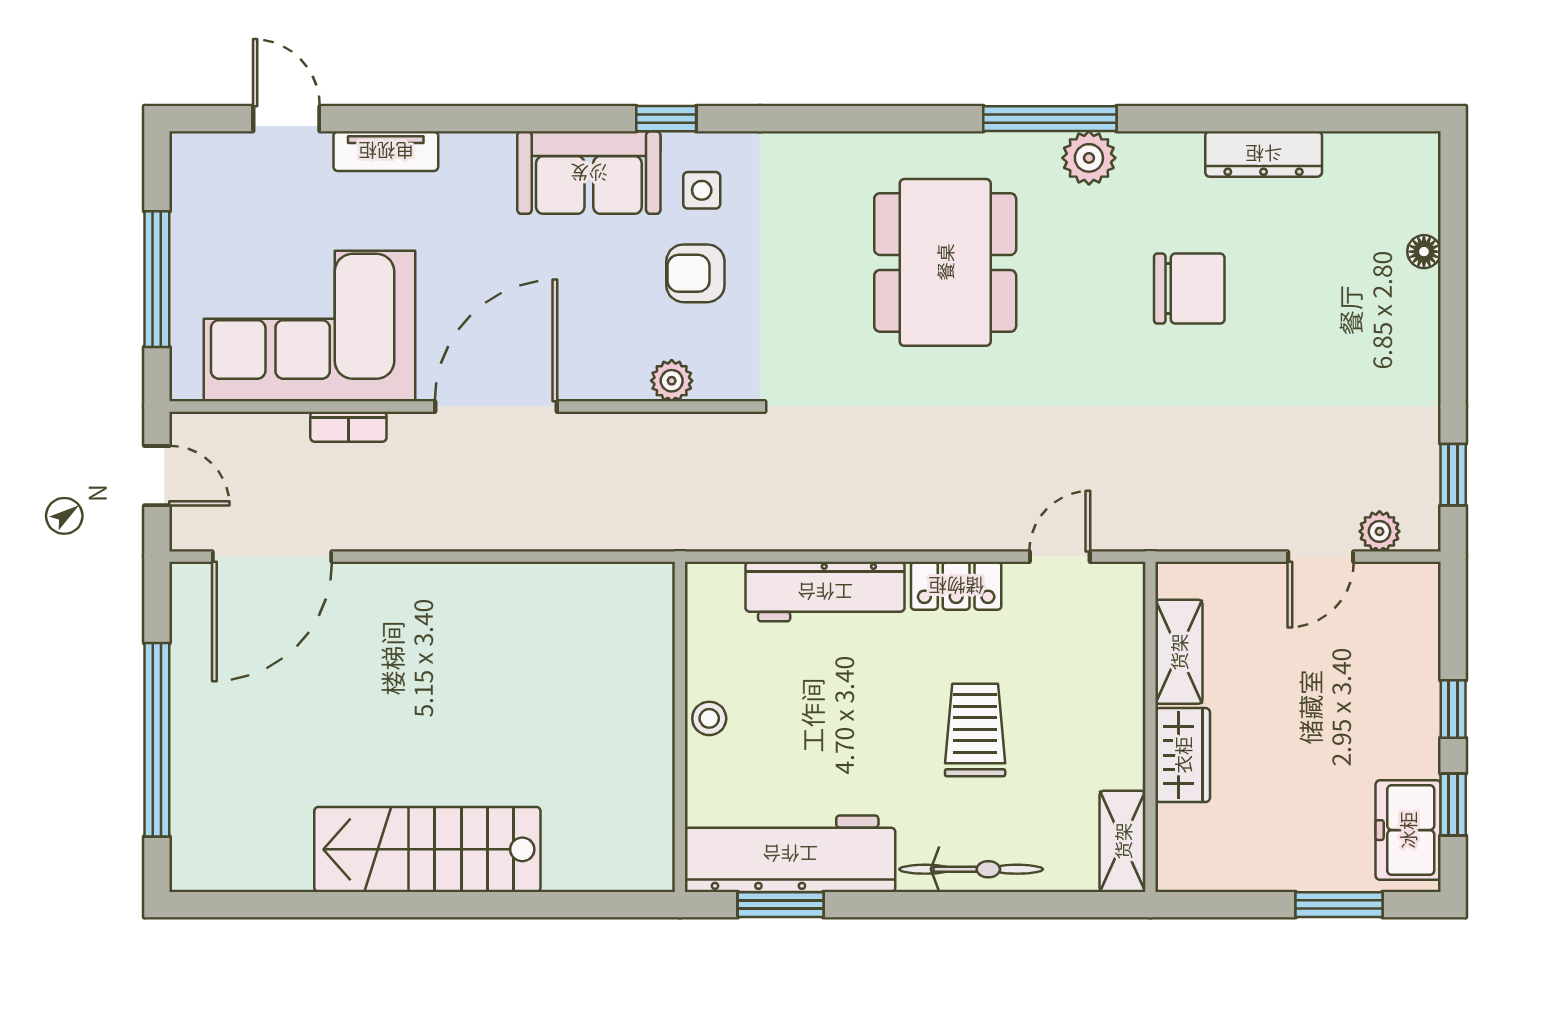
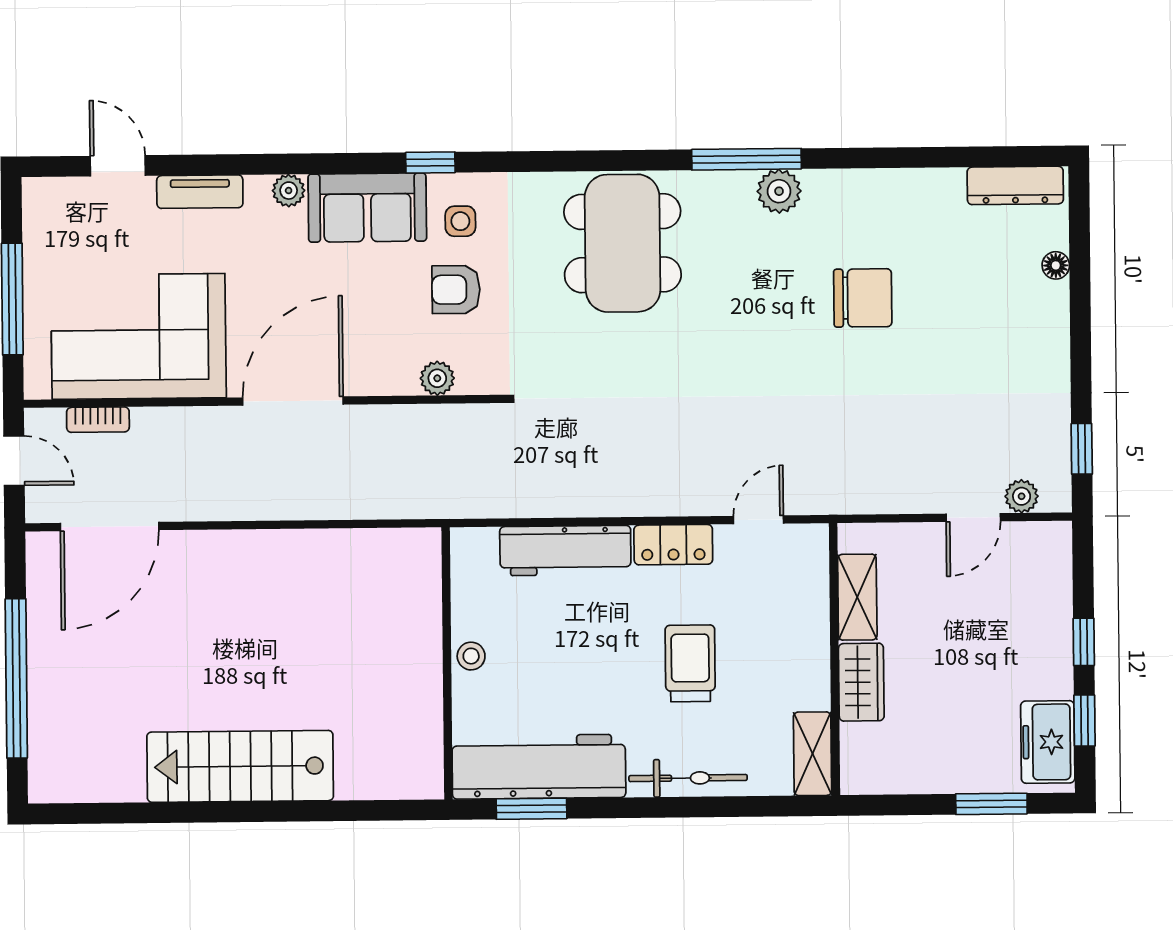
plant: (494, 151) -> (289, 191), added
dresser: (1264, 154) -> (1015, 185), moved
dining table: (945, 262) -> (623, 243), moved
bookcase: (348, 427) -> (98, 420), moved

